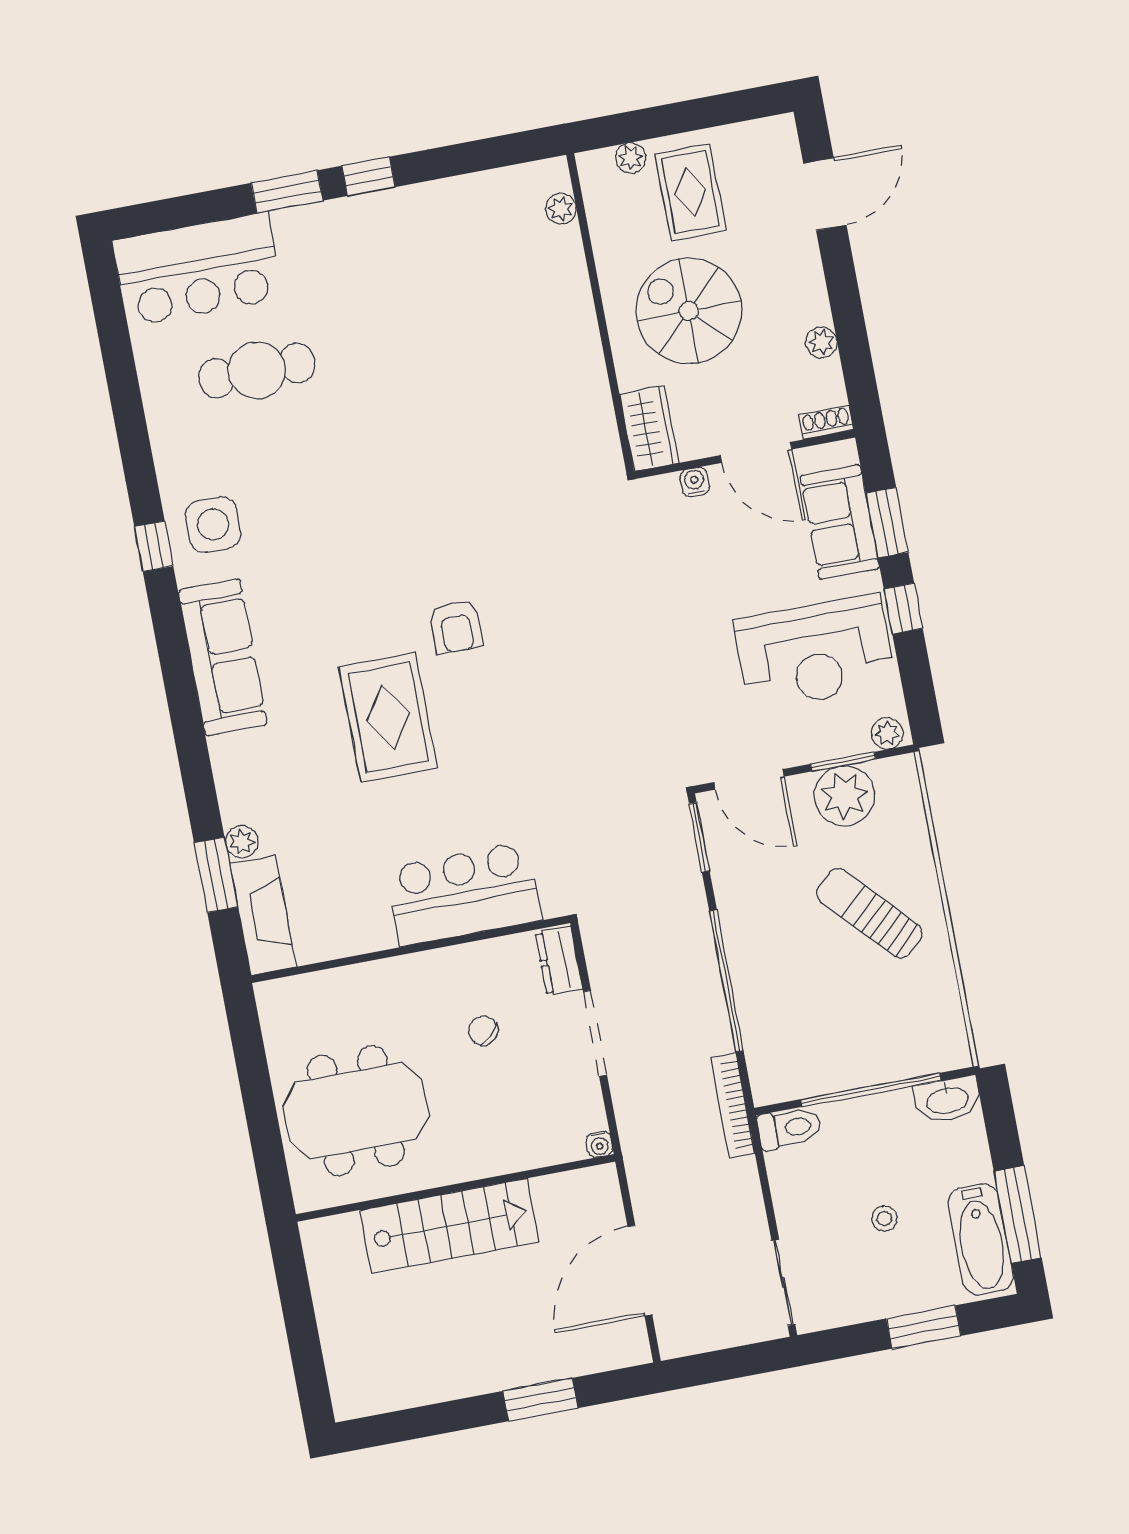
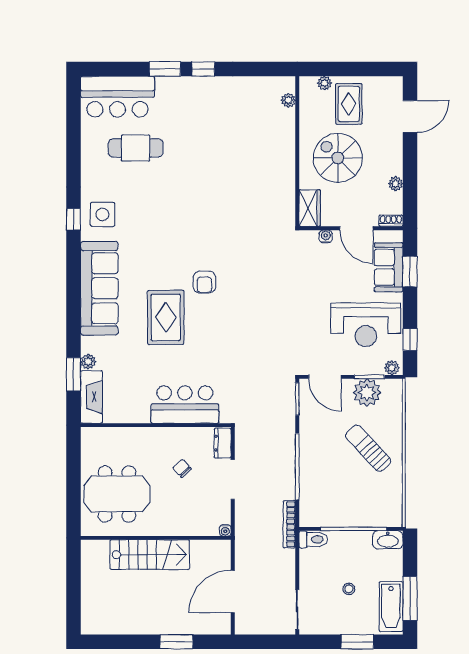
window: (903, 609) -> (410, 340), moved
sofa: (223, 657) -> (99, 288), width x1.36, depth x1.27

